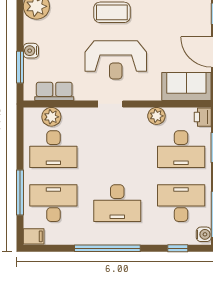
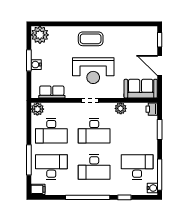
window: (20, 67) -> (29, 60), moved
plant: (51, 117) -> (37, 109), moved
desk: (181, 149) -> (94, 131), moved
window: (178, 248) -> (124, 197), moved

